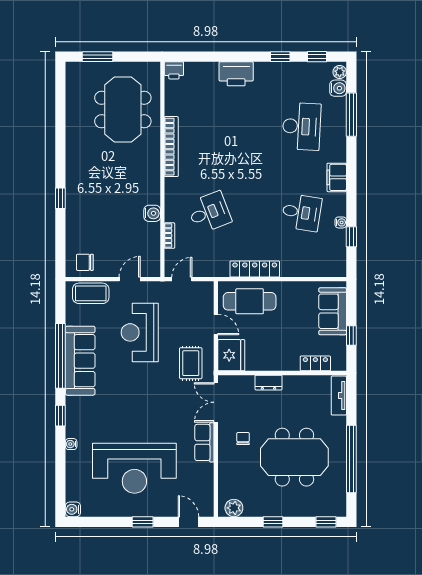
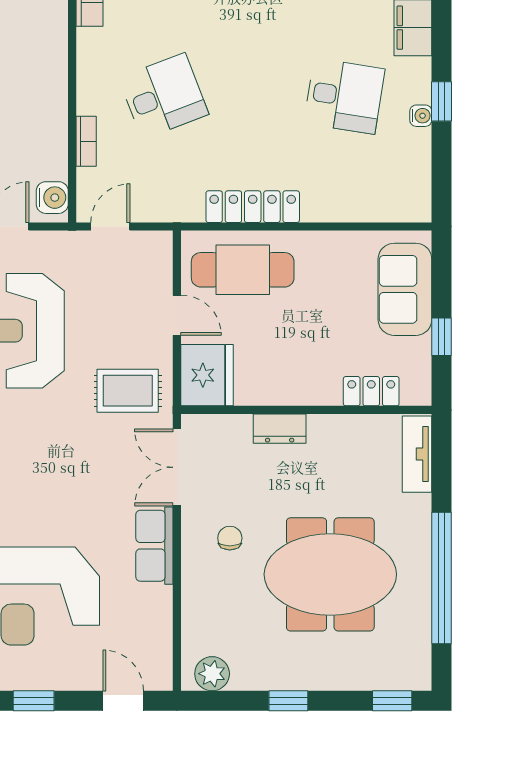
water cooler: (152, 213) -> (52, 198), moved
window: (351, 237) -> (442, 101), moved
rug: (191, 363) -> (128, 391), turned 90

